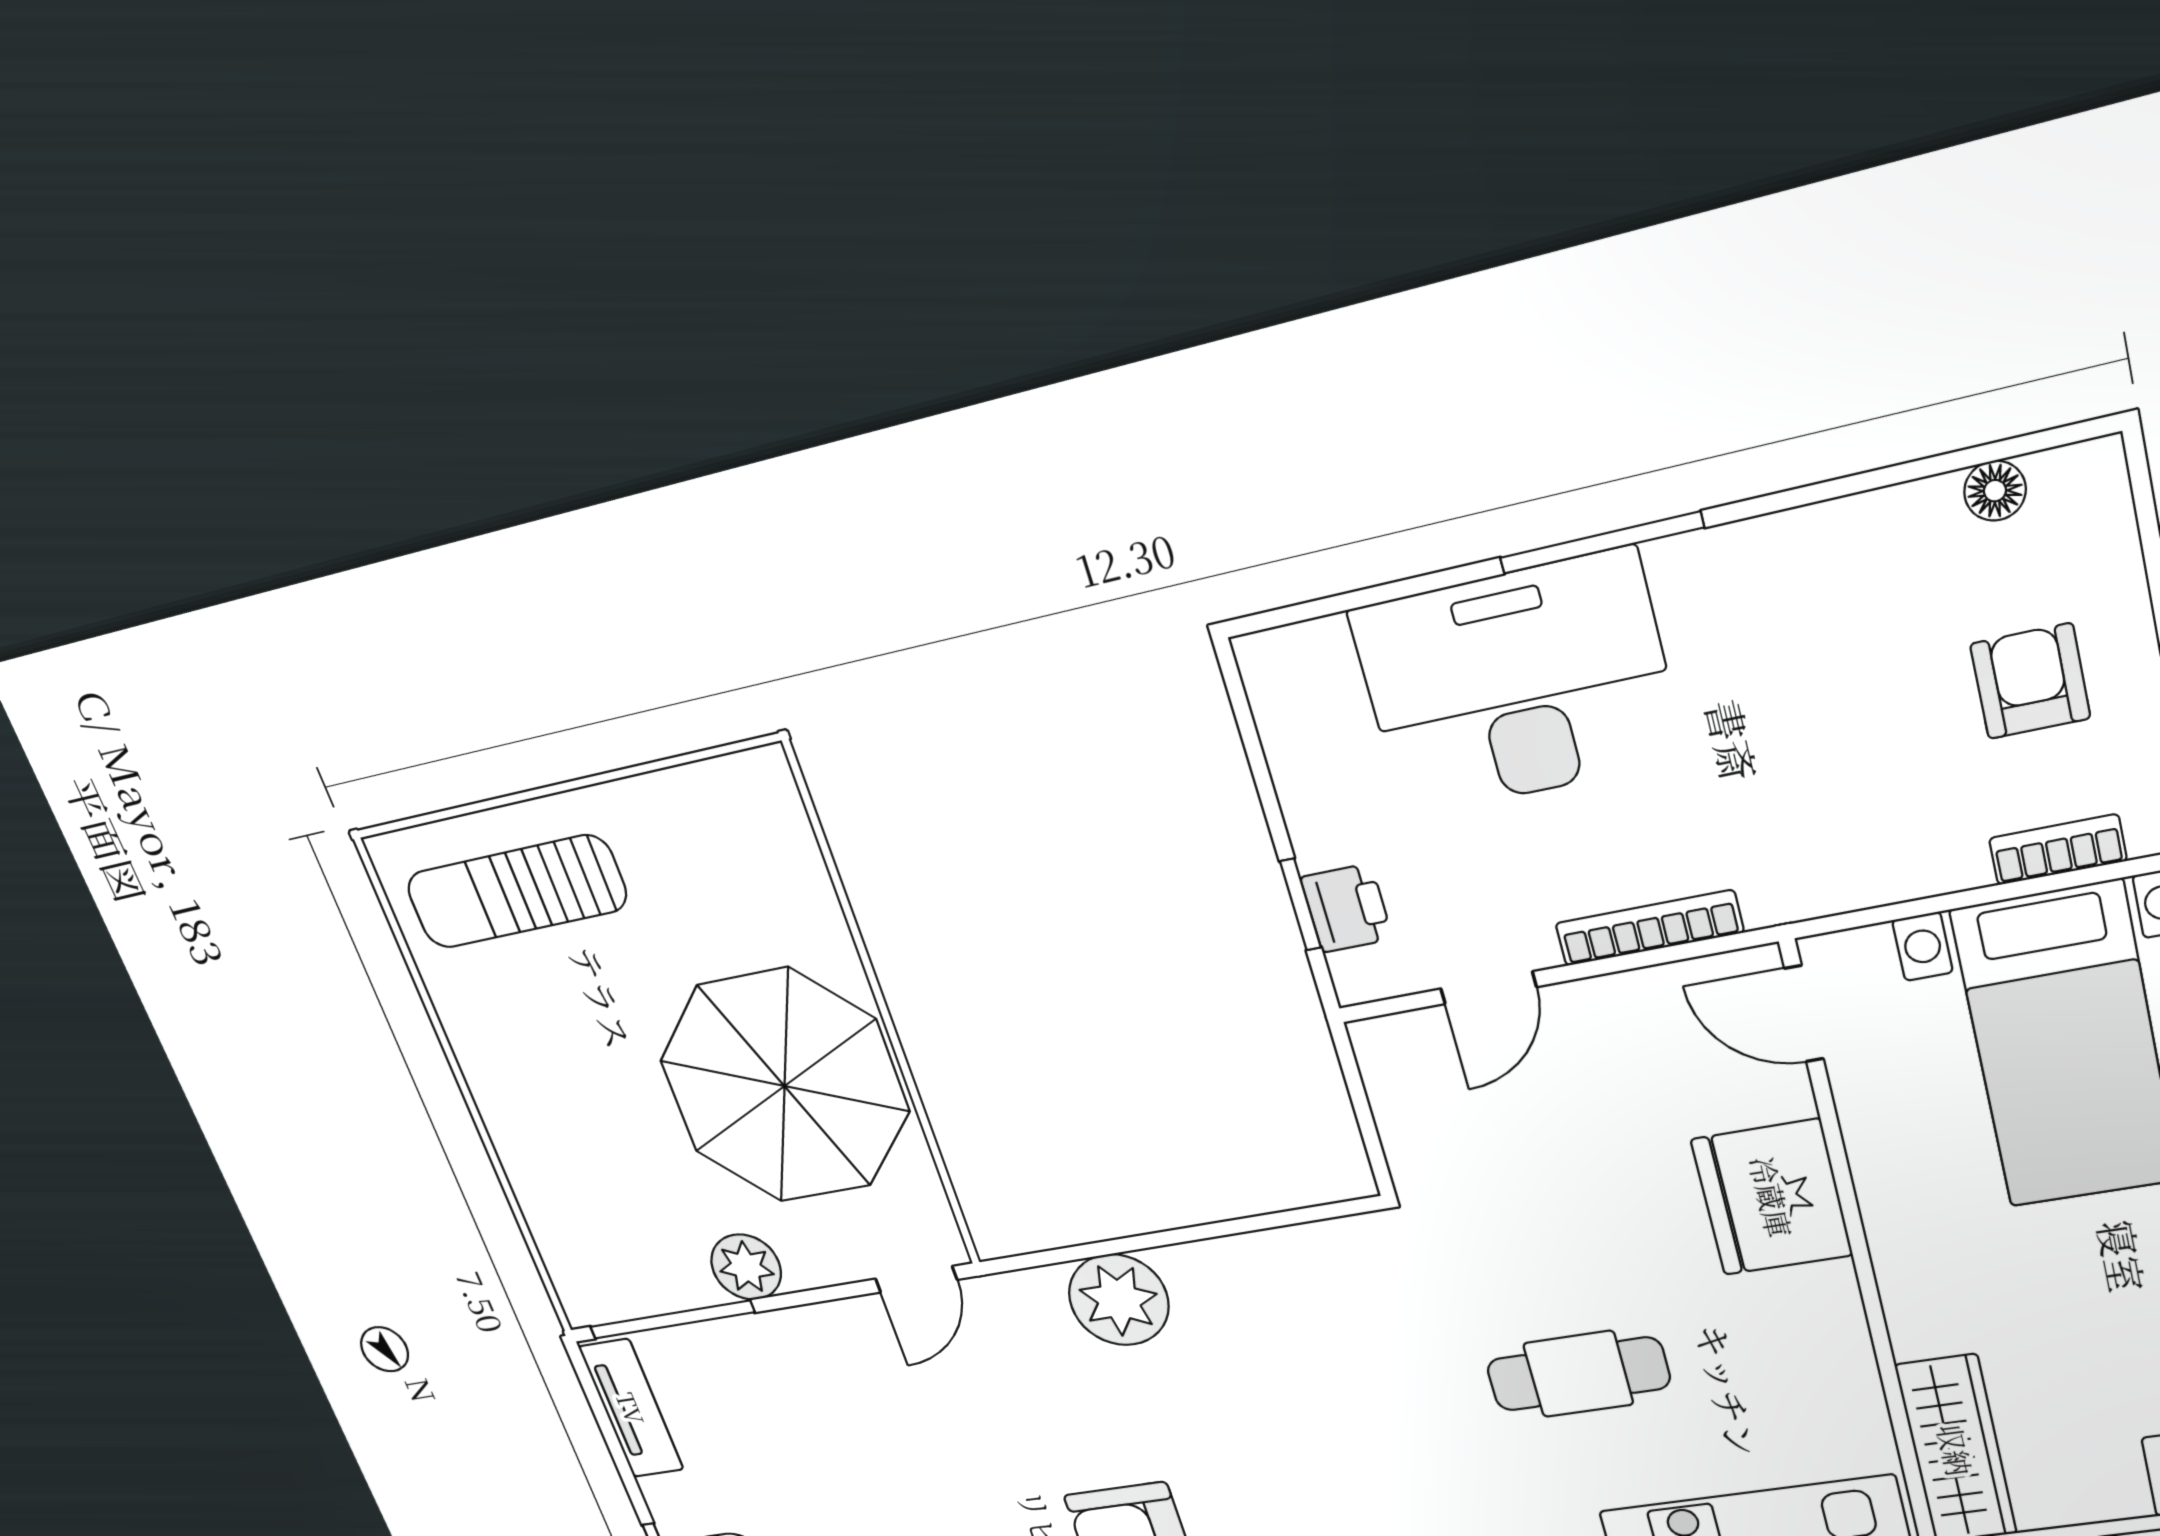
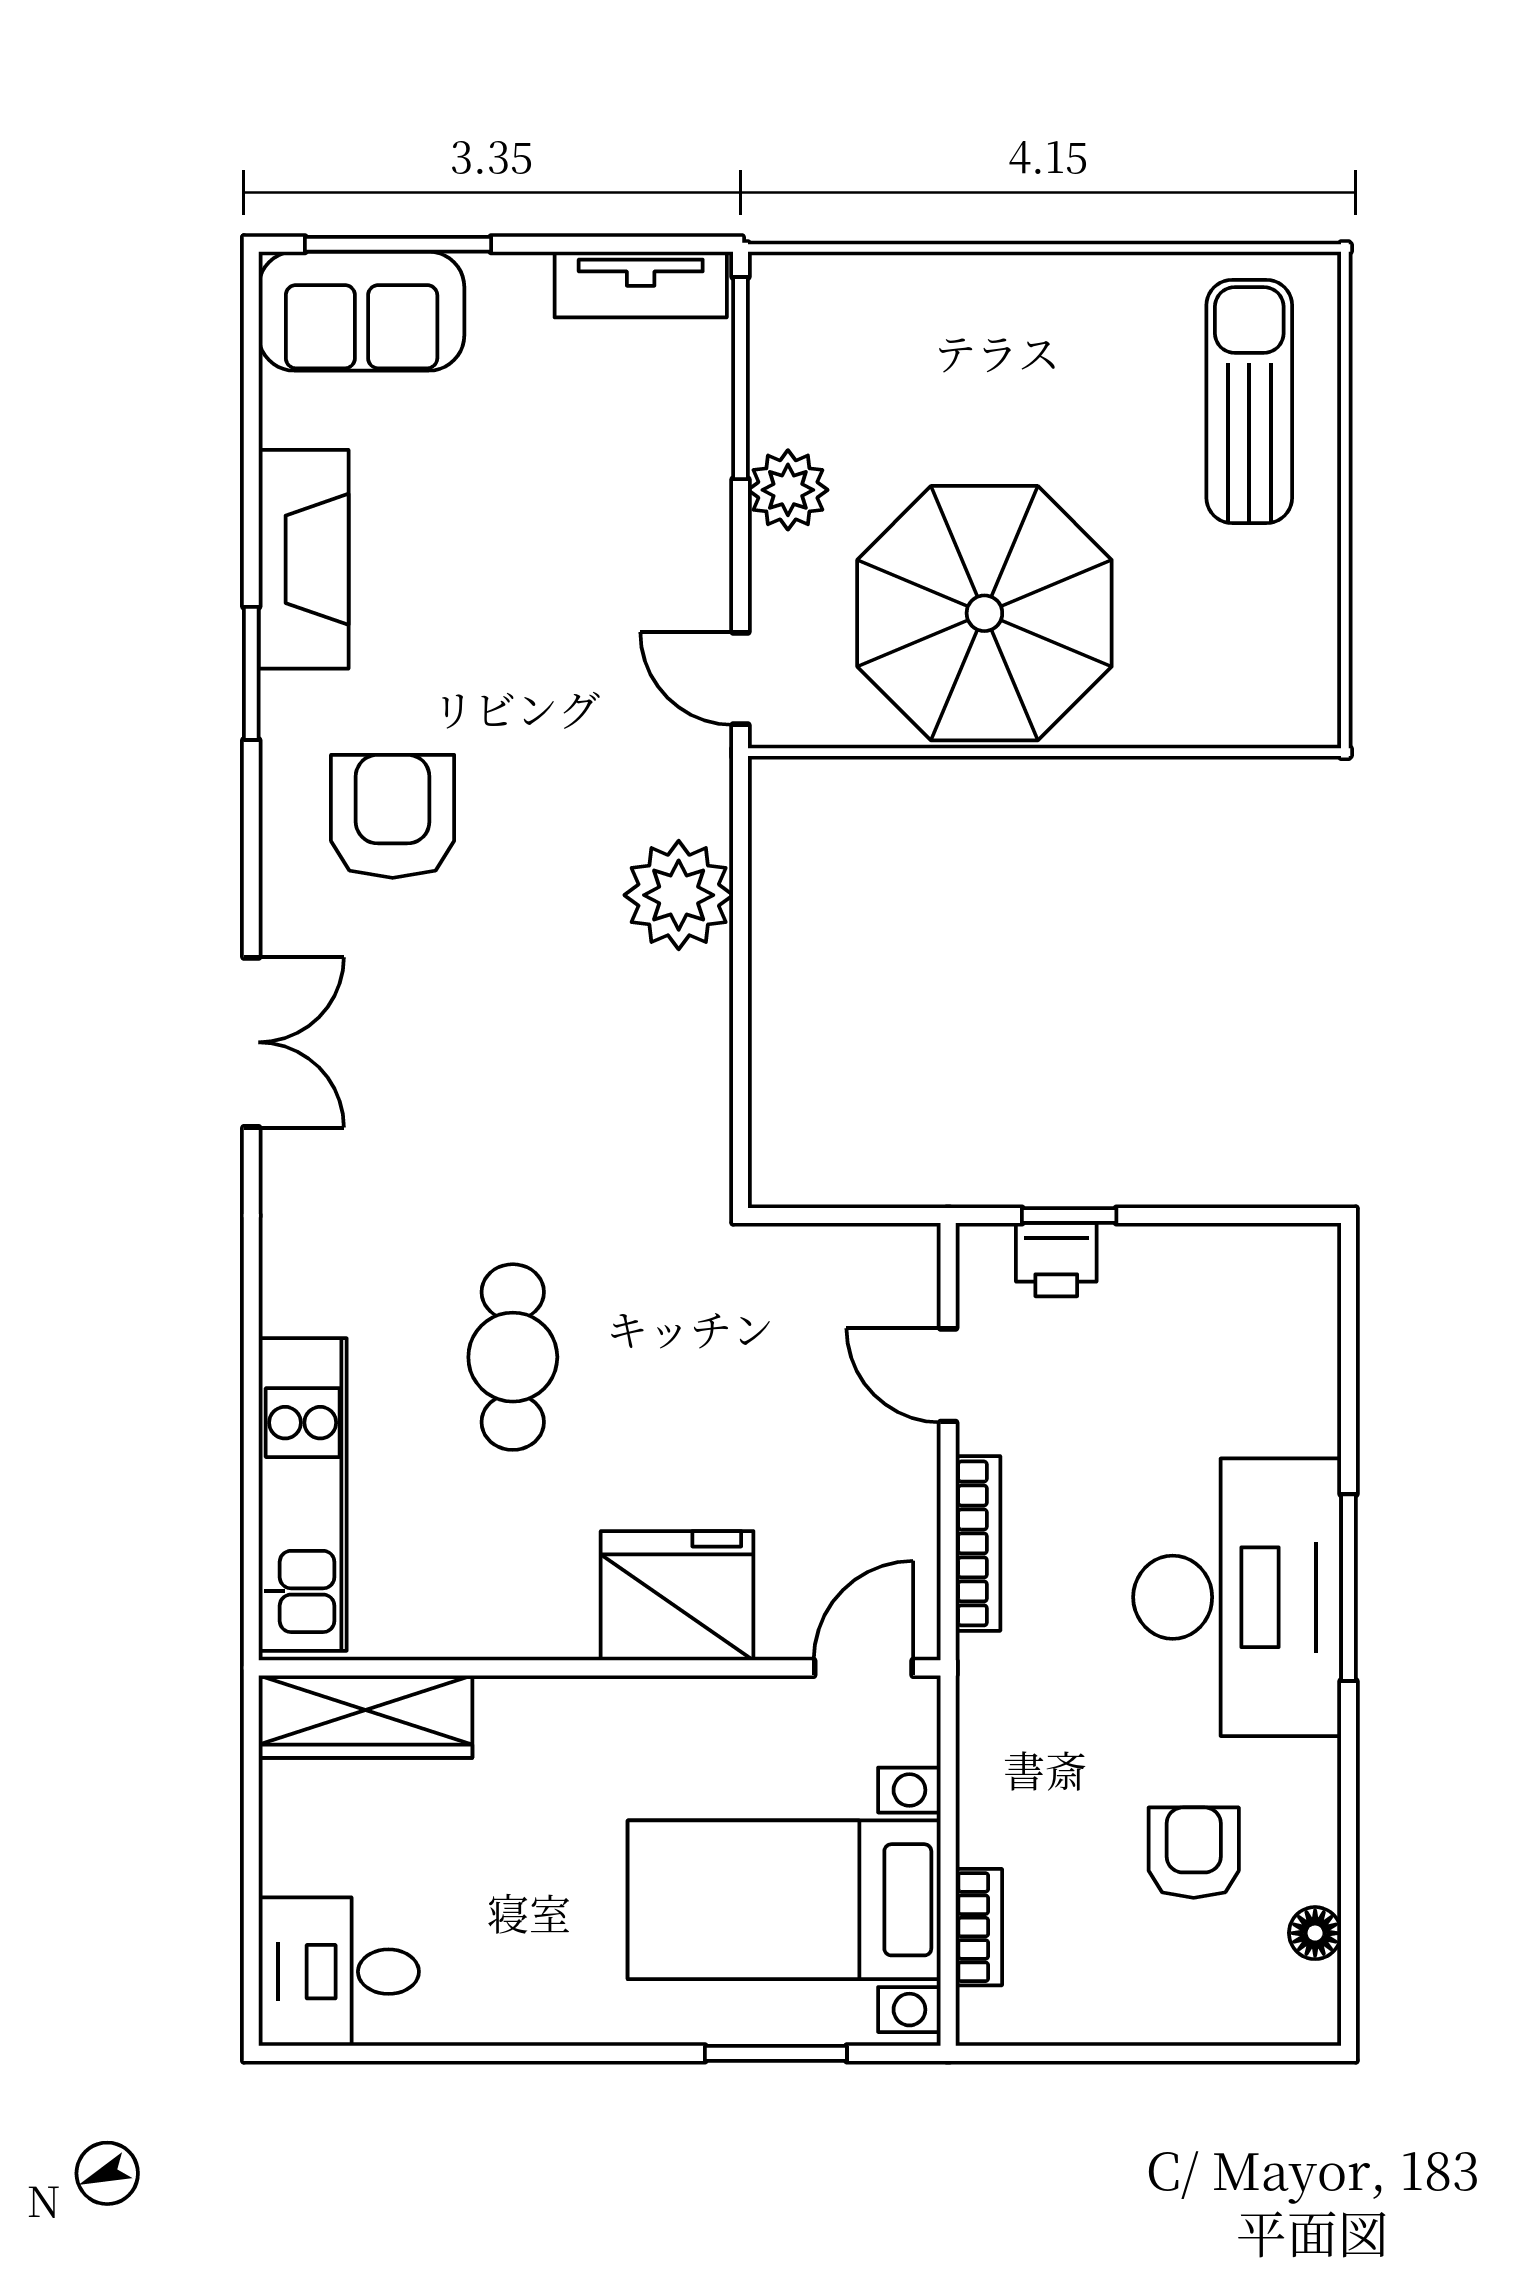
armchair: (2030, 681) -> (1194, 1853), moved, turned -90
desk: (1517, 685) -> (1237, 1597), moved

